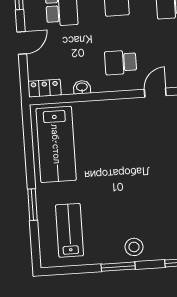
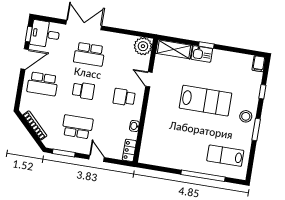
school desk: (121, 62) -> (124, 97), turned 90
lab bench: (56, 144) -> (206, 101), moved
window: (32, 205) -> (203, 176), width x2.11

